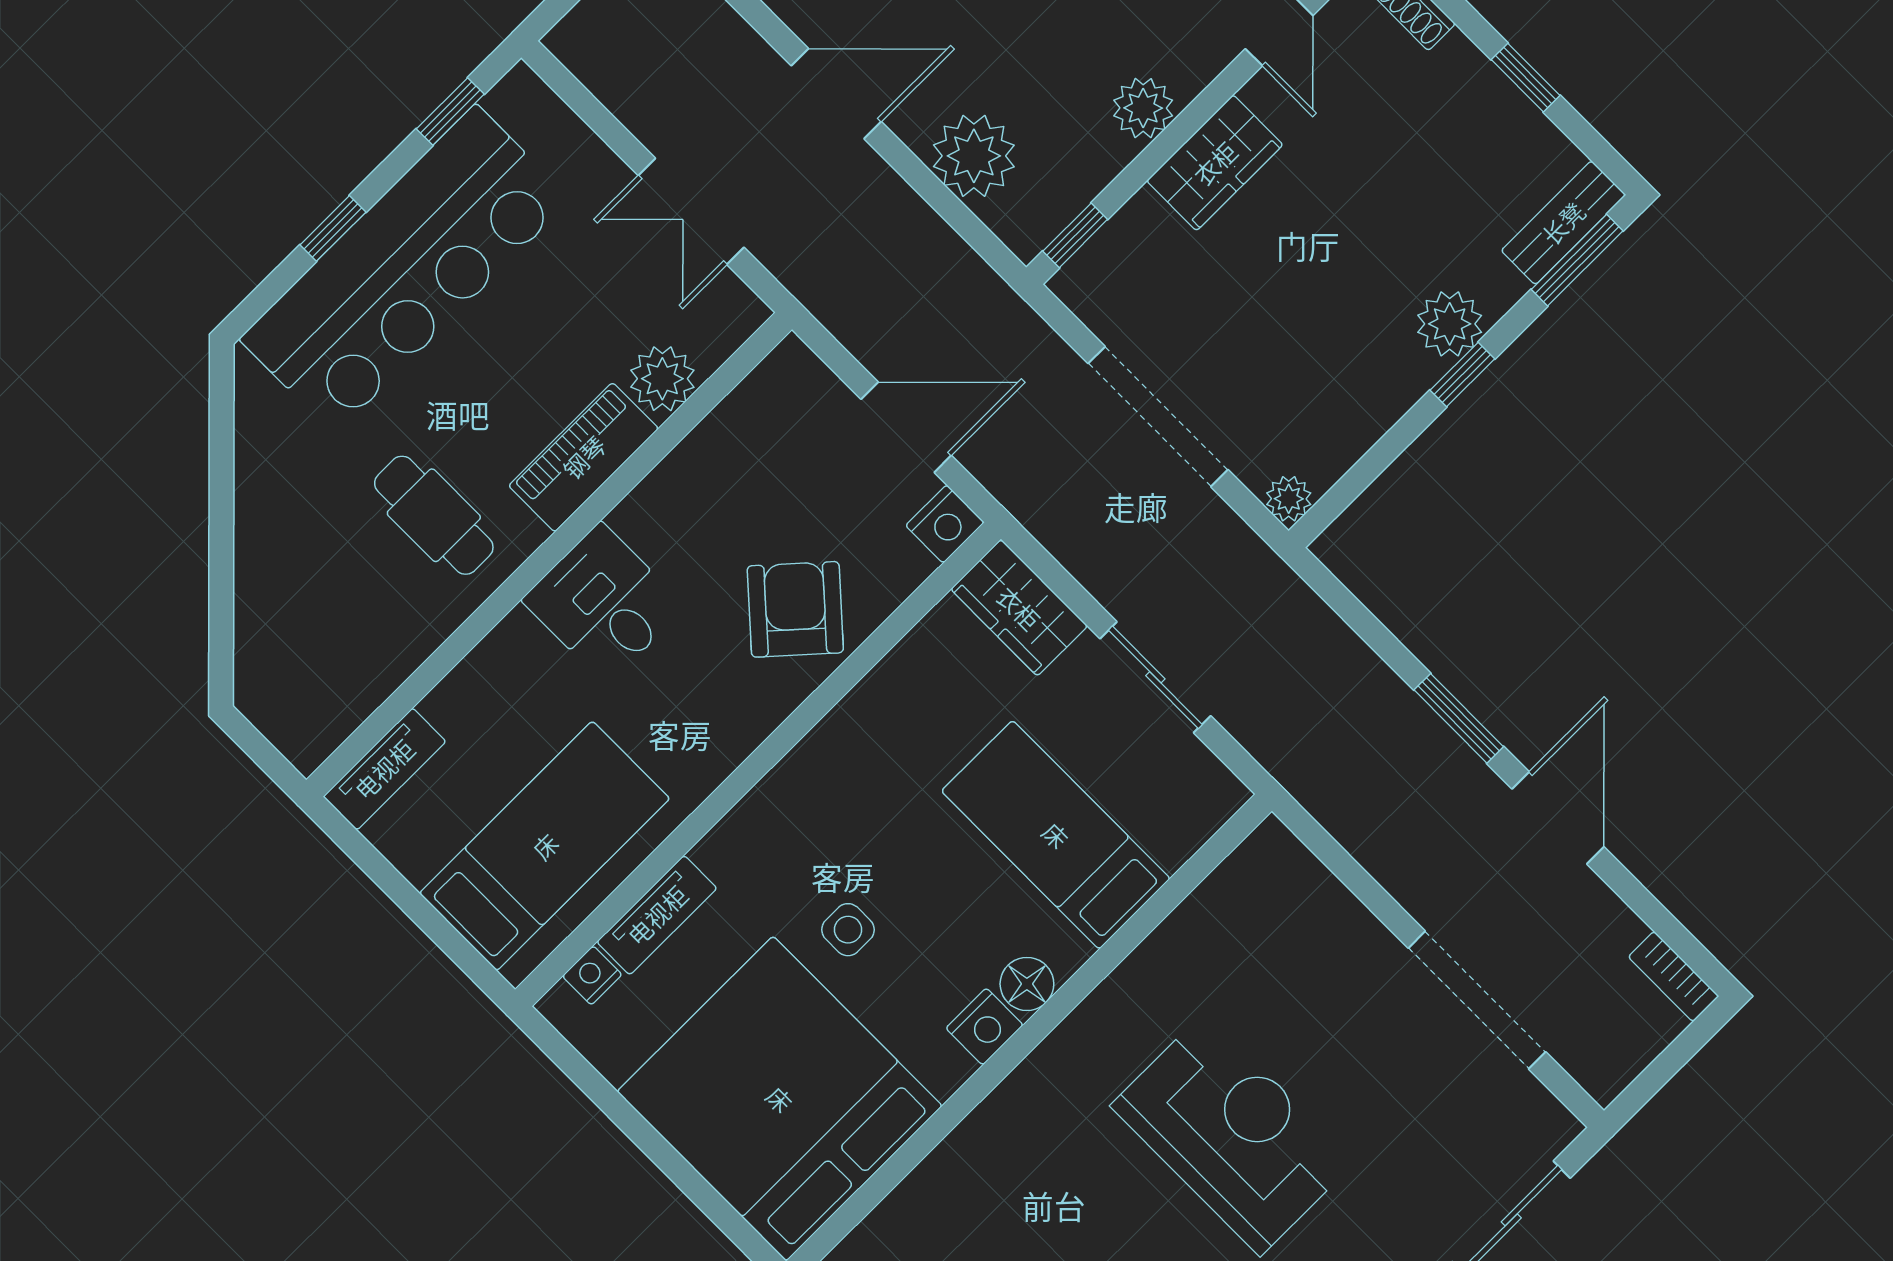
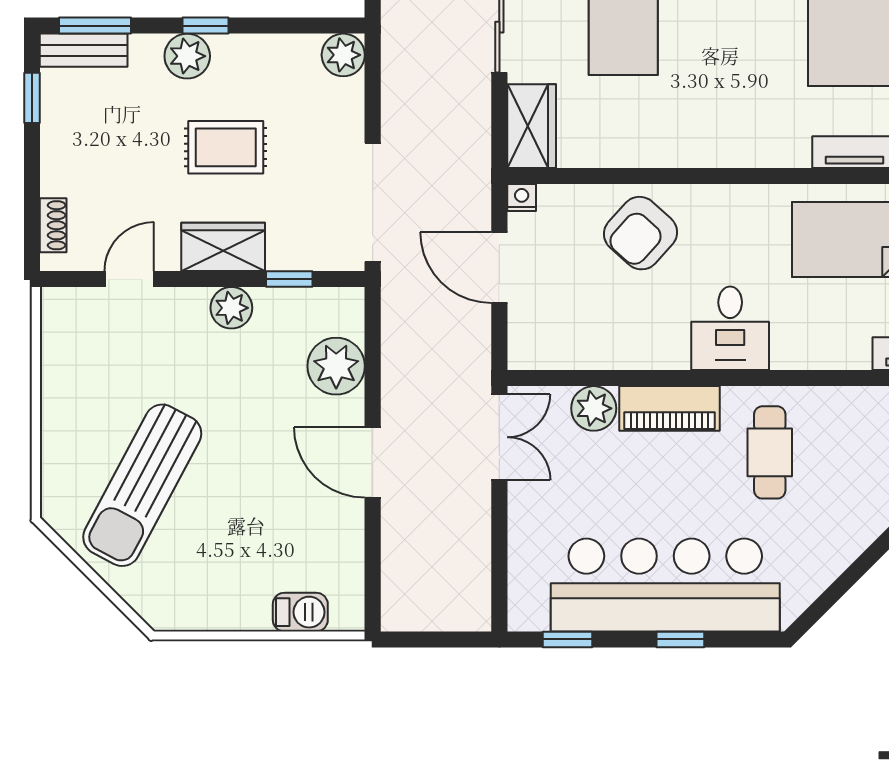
window: (1526, 78) -> (32, 98), moved
double door: (691, 211) -> (499, 437), moved
window: (1075, 235) -> (289, 279), moved
rug: (1315, 269) -> (226, 147), added
doorway: (1158, 417) -> (373, 202), moved
plant: (1289, 499) -> (343, 55), width x1.38, depth x1.38
nightstand: (945, 524) -> (522, 198), width x0.72, depth x0.74
side table: (848, 930) -> (769, 53), removed

